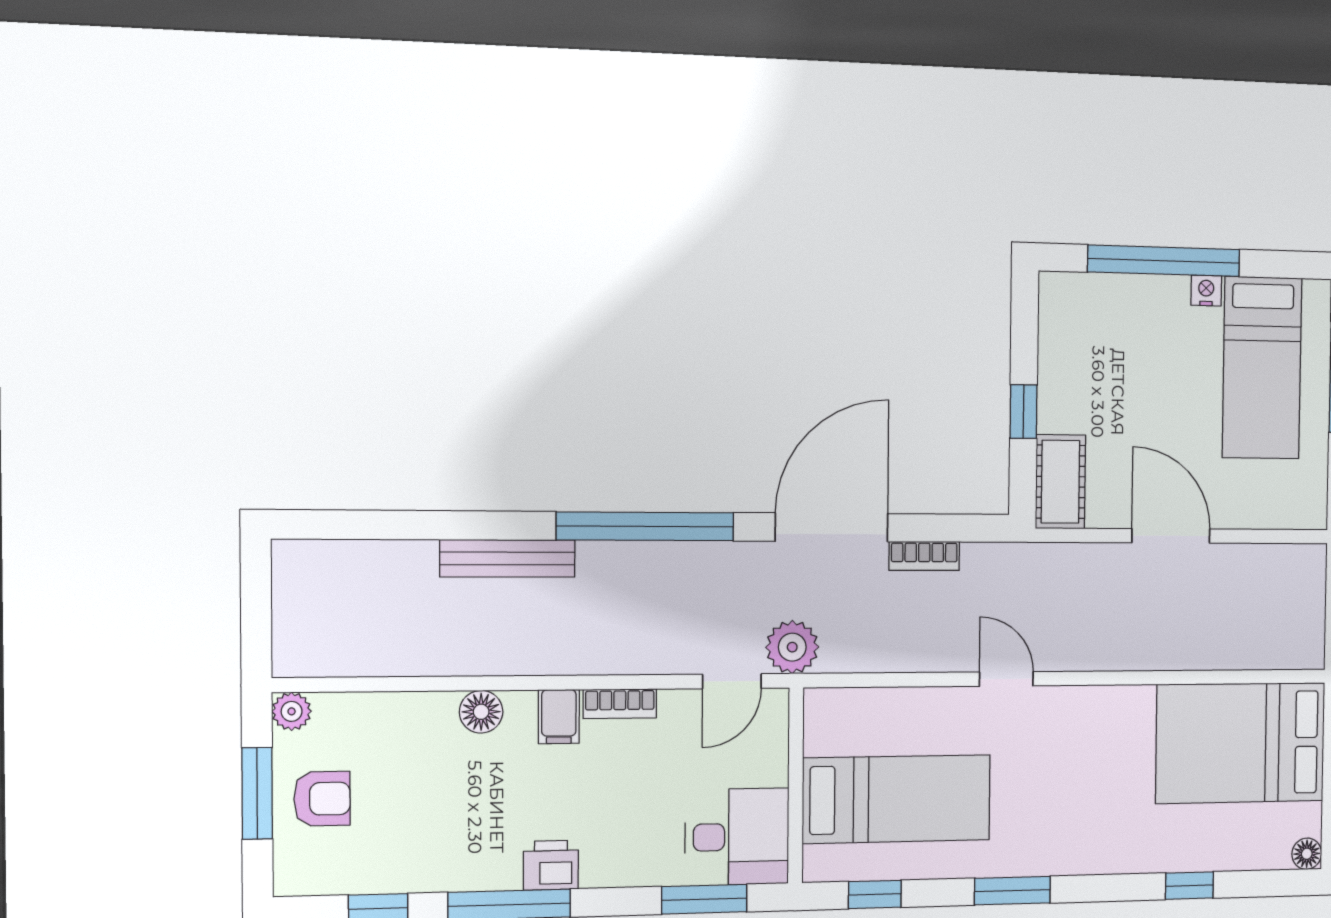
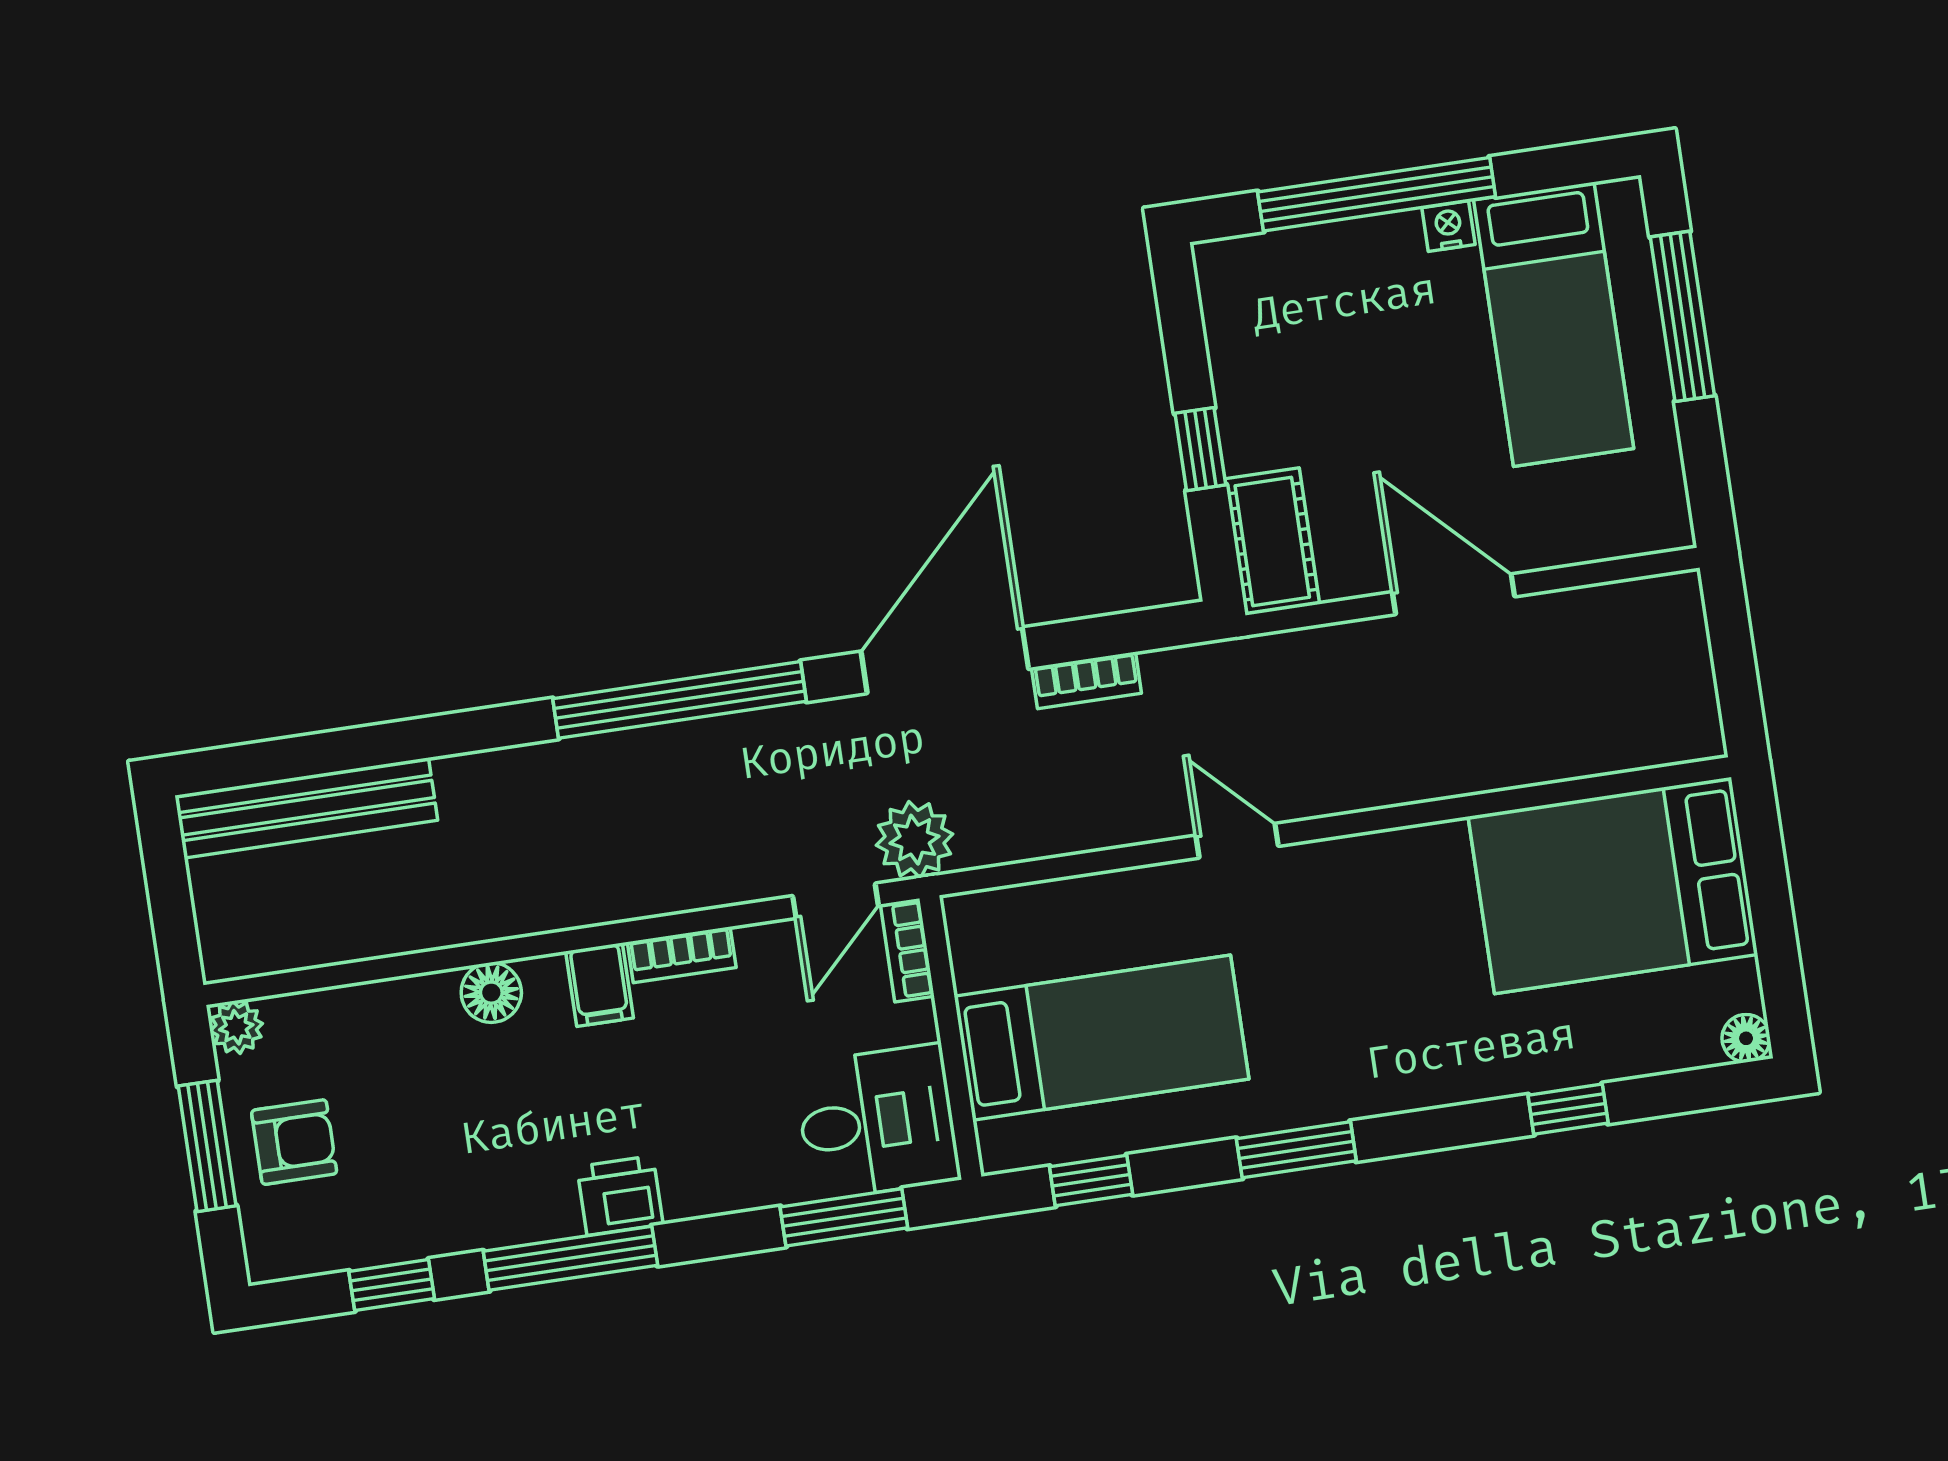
bench: (508, 558) -> (307, 808), moved, width x1.37, depth x1.21
bookcase: (776, 722) -> (907, 950), added

